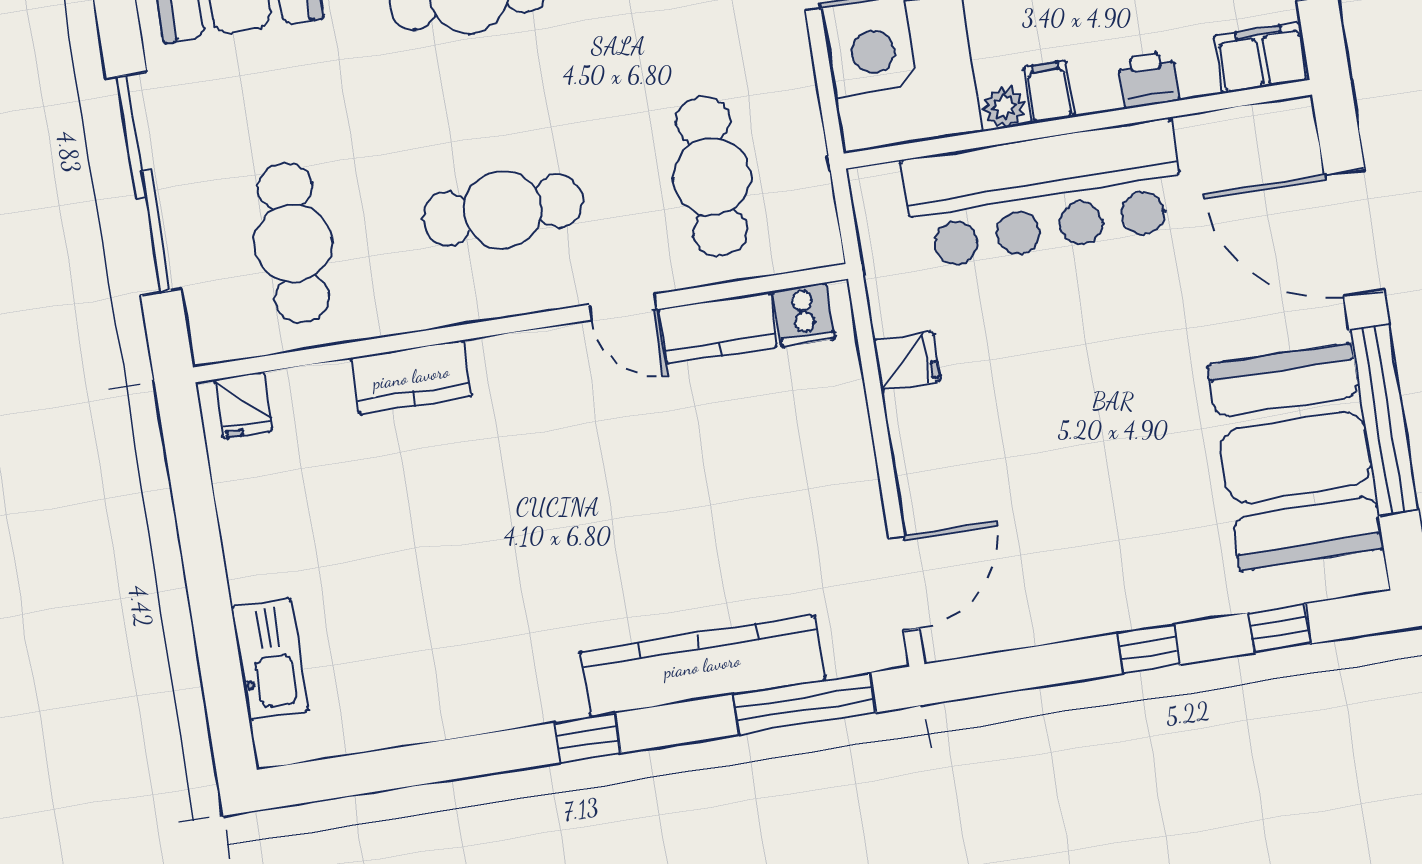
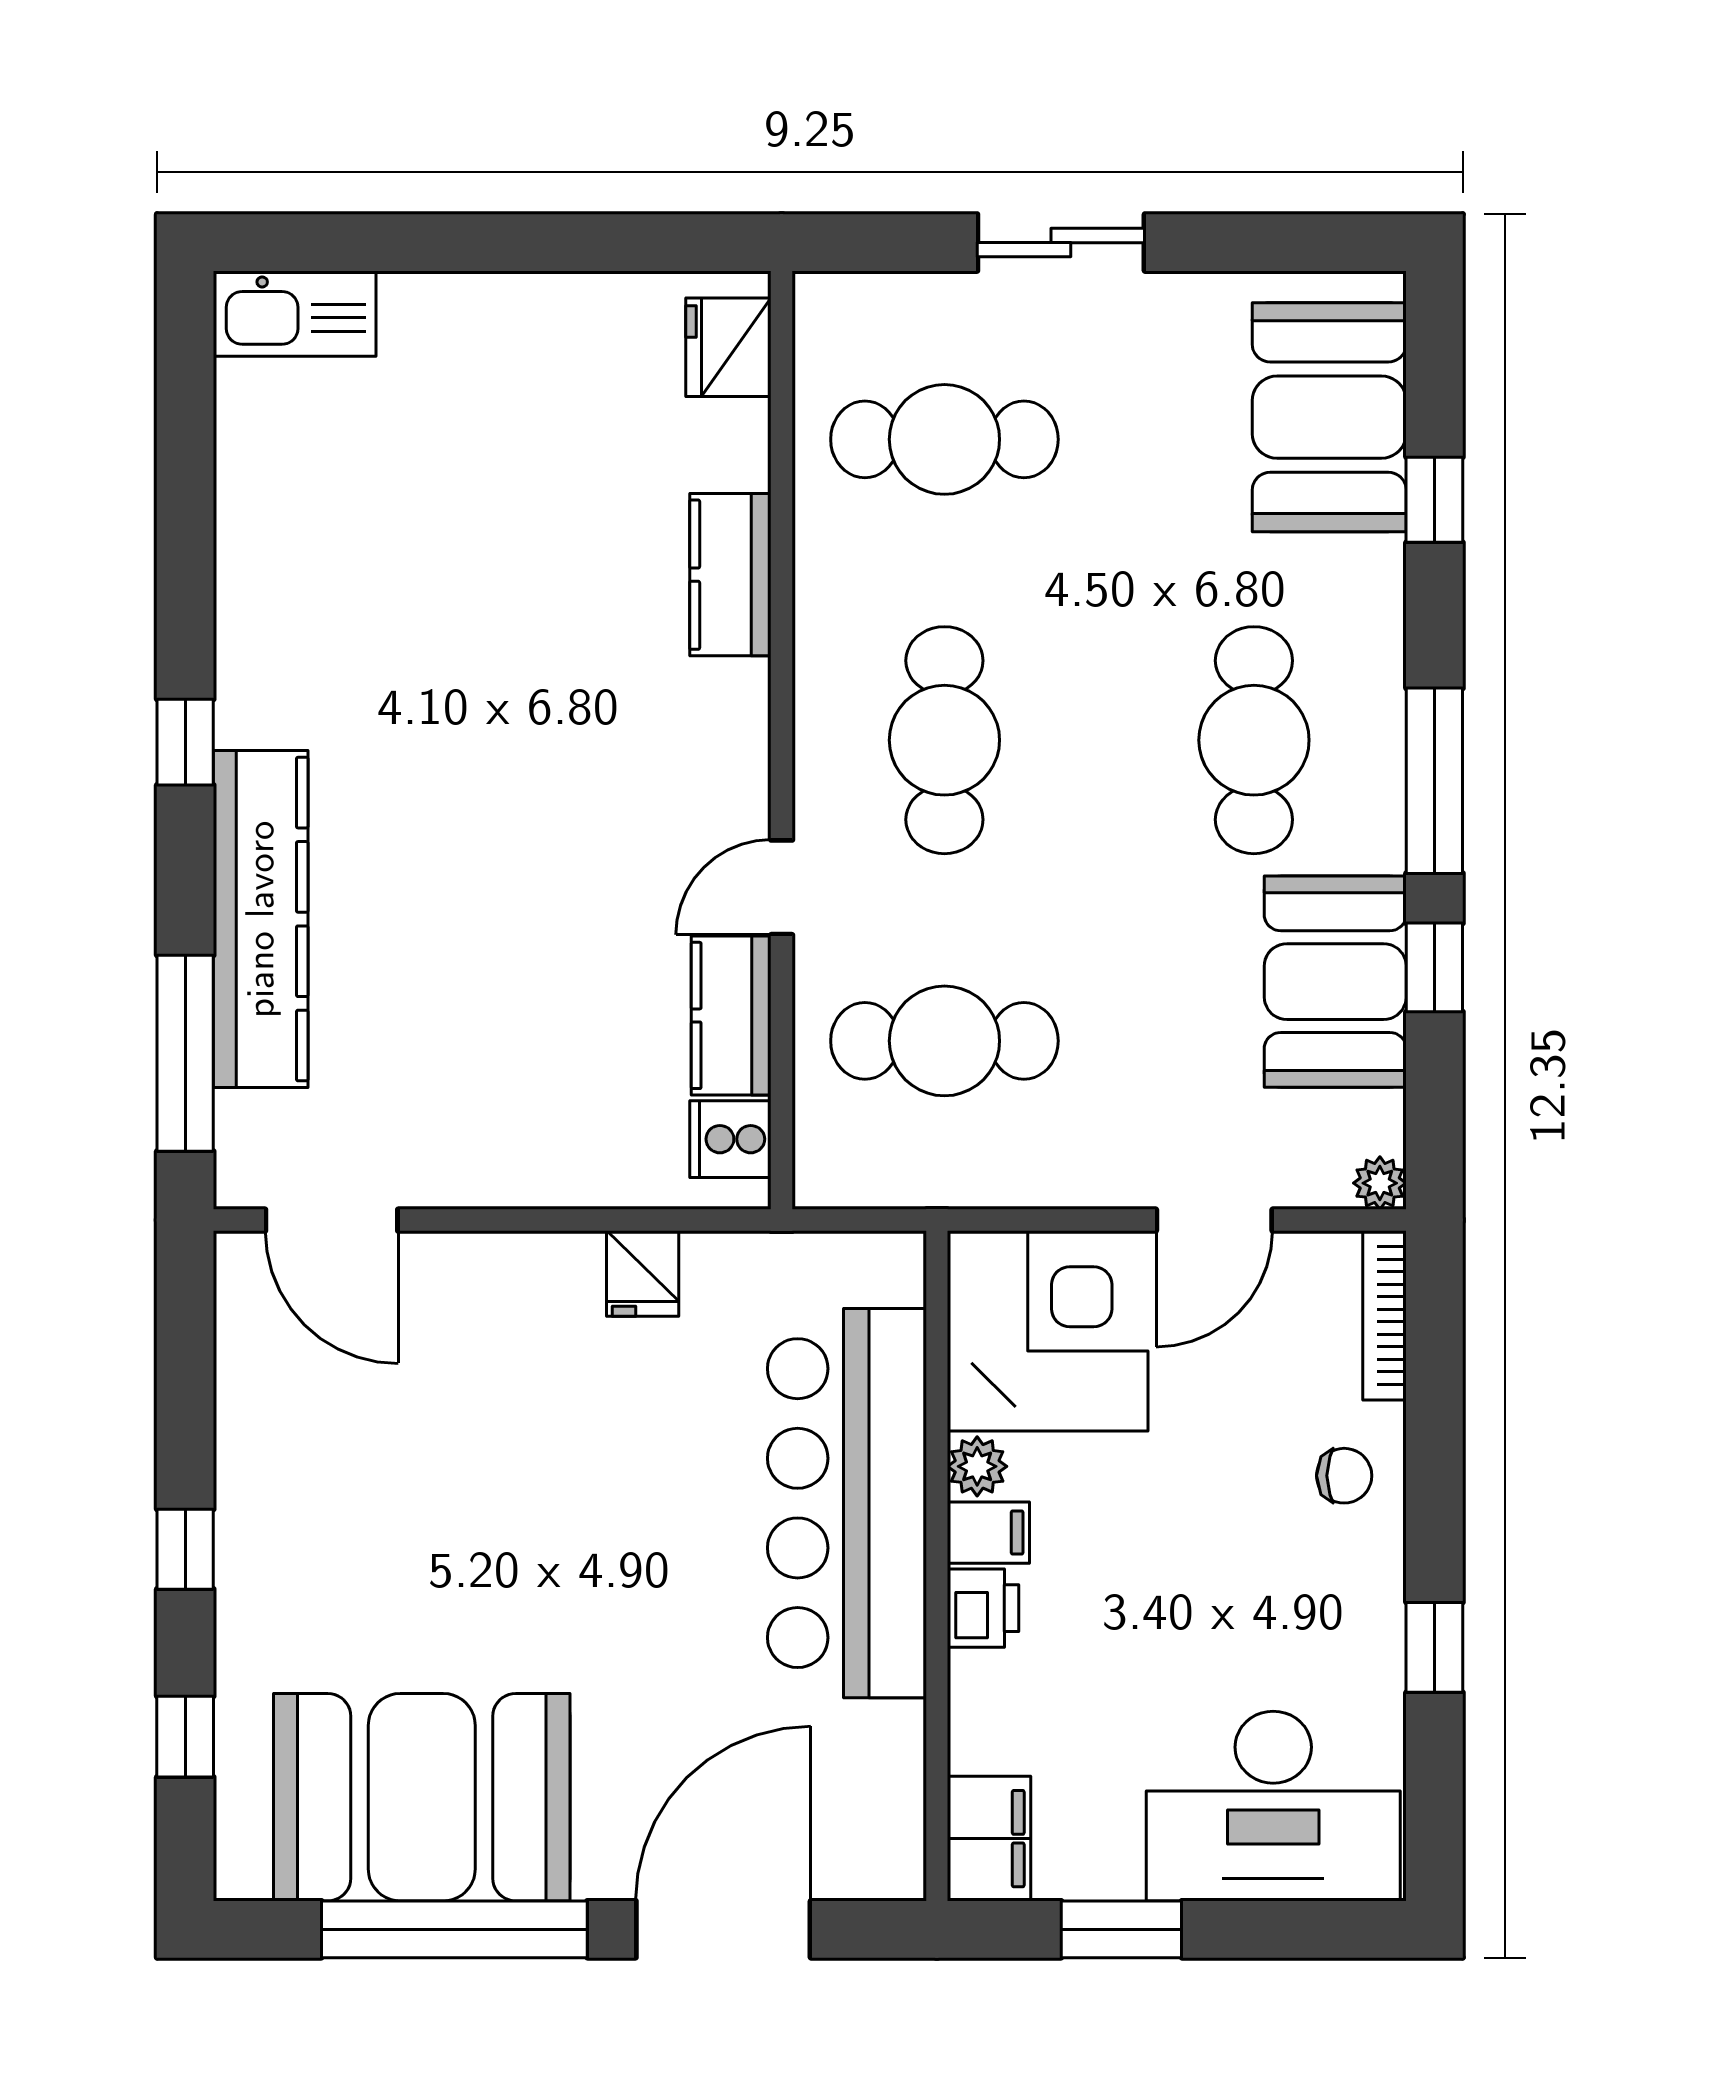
printer: (1148, 80) -> (983, 1608), moved
sliding door: (144, 184) -> (1061, 243), width x0.54
fridge: (243, 405) -> (728, 347), width x1.38
kitchen sink: (270, 659) -> (295, 314), moved

